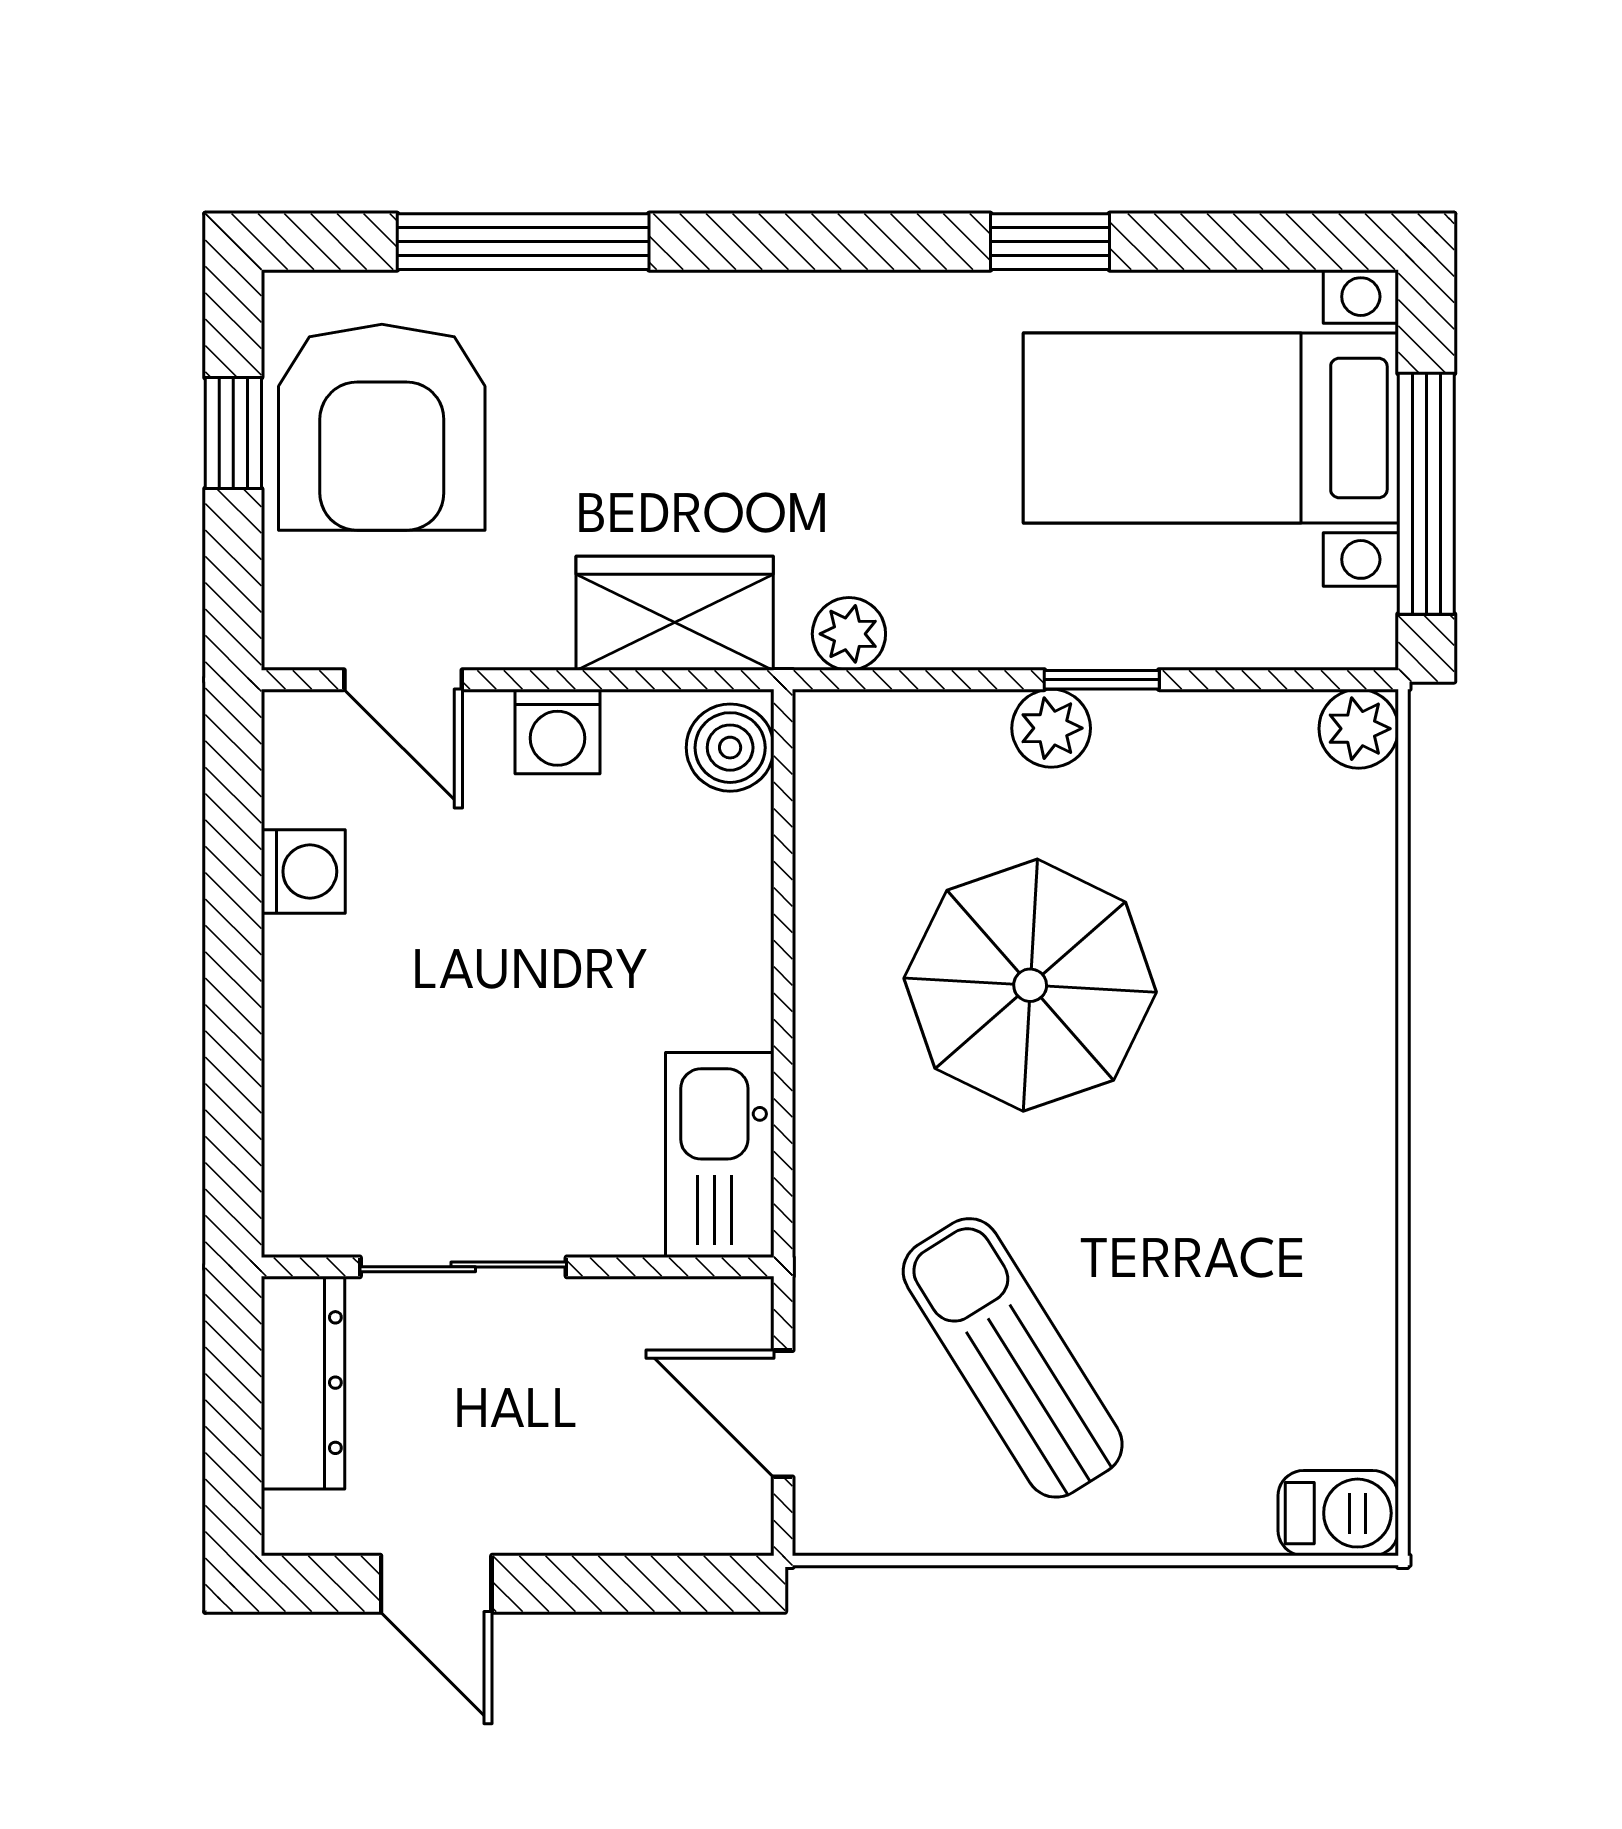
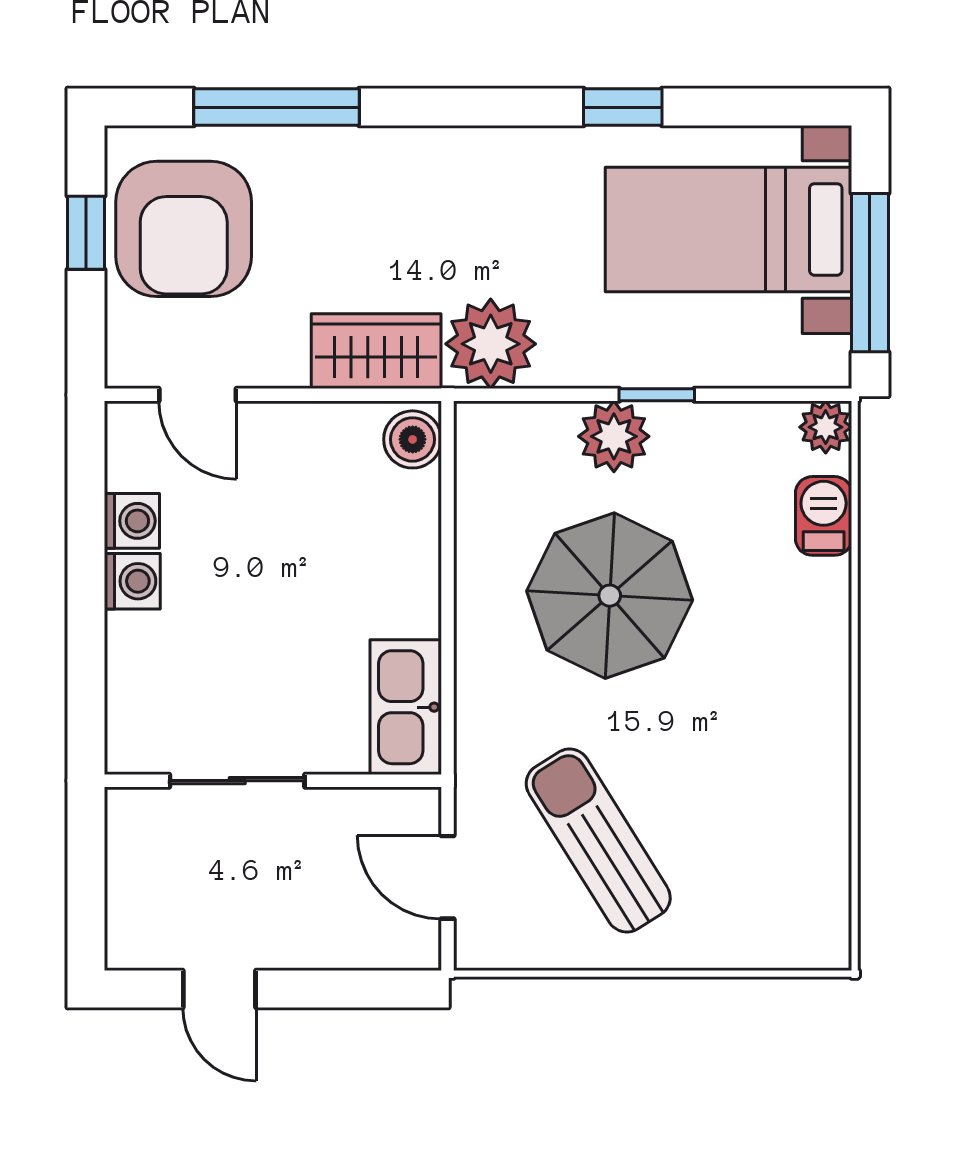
plant: (849, 634) -> (491, 344), width x1.88, depth x1.88
plant: (1051, 728) -> (614, 436), width x1.38, depth x1.38
washing machine: (557, 731) -> (132, 581), moved, turned -90
dresser: (303, 1383) -> (132, 857), removed
barbecue: (1338, 1513) -> (824, 516), moved, turned -90

